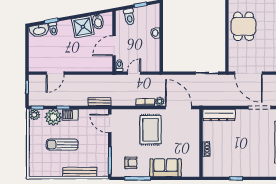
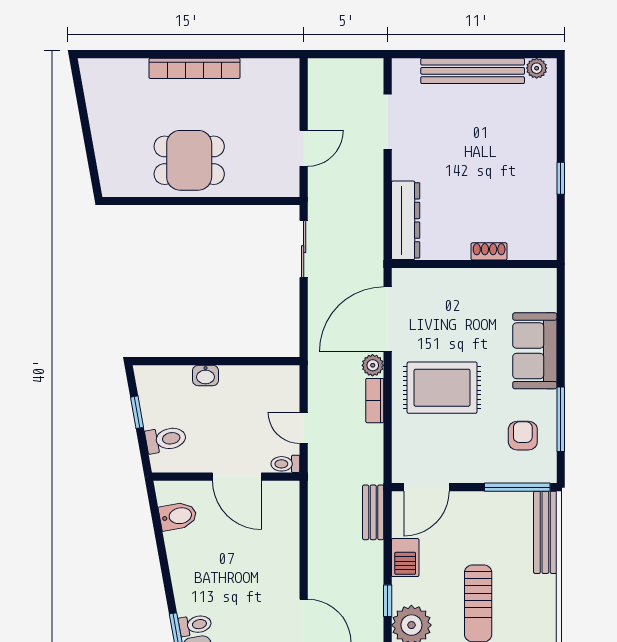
shower: (83, 27) -> (190, 553), removed
door: (248, 73) -> (304, 148), width x0.53
barbecue: (70, 115) -> (405, 558), moved
bench: (80, 172) -> (545, 532), moved

